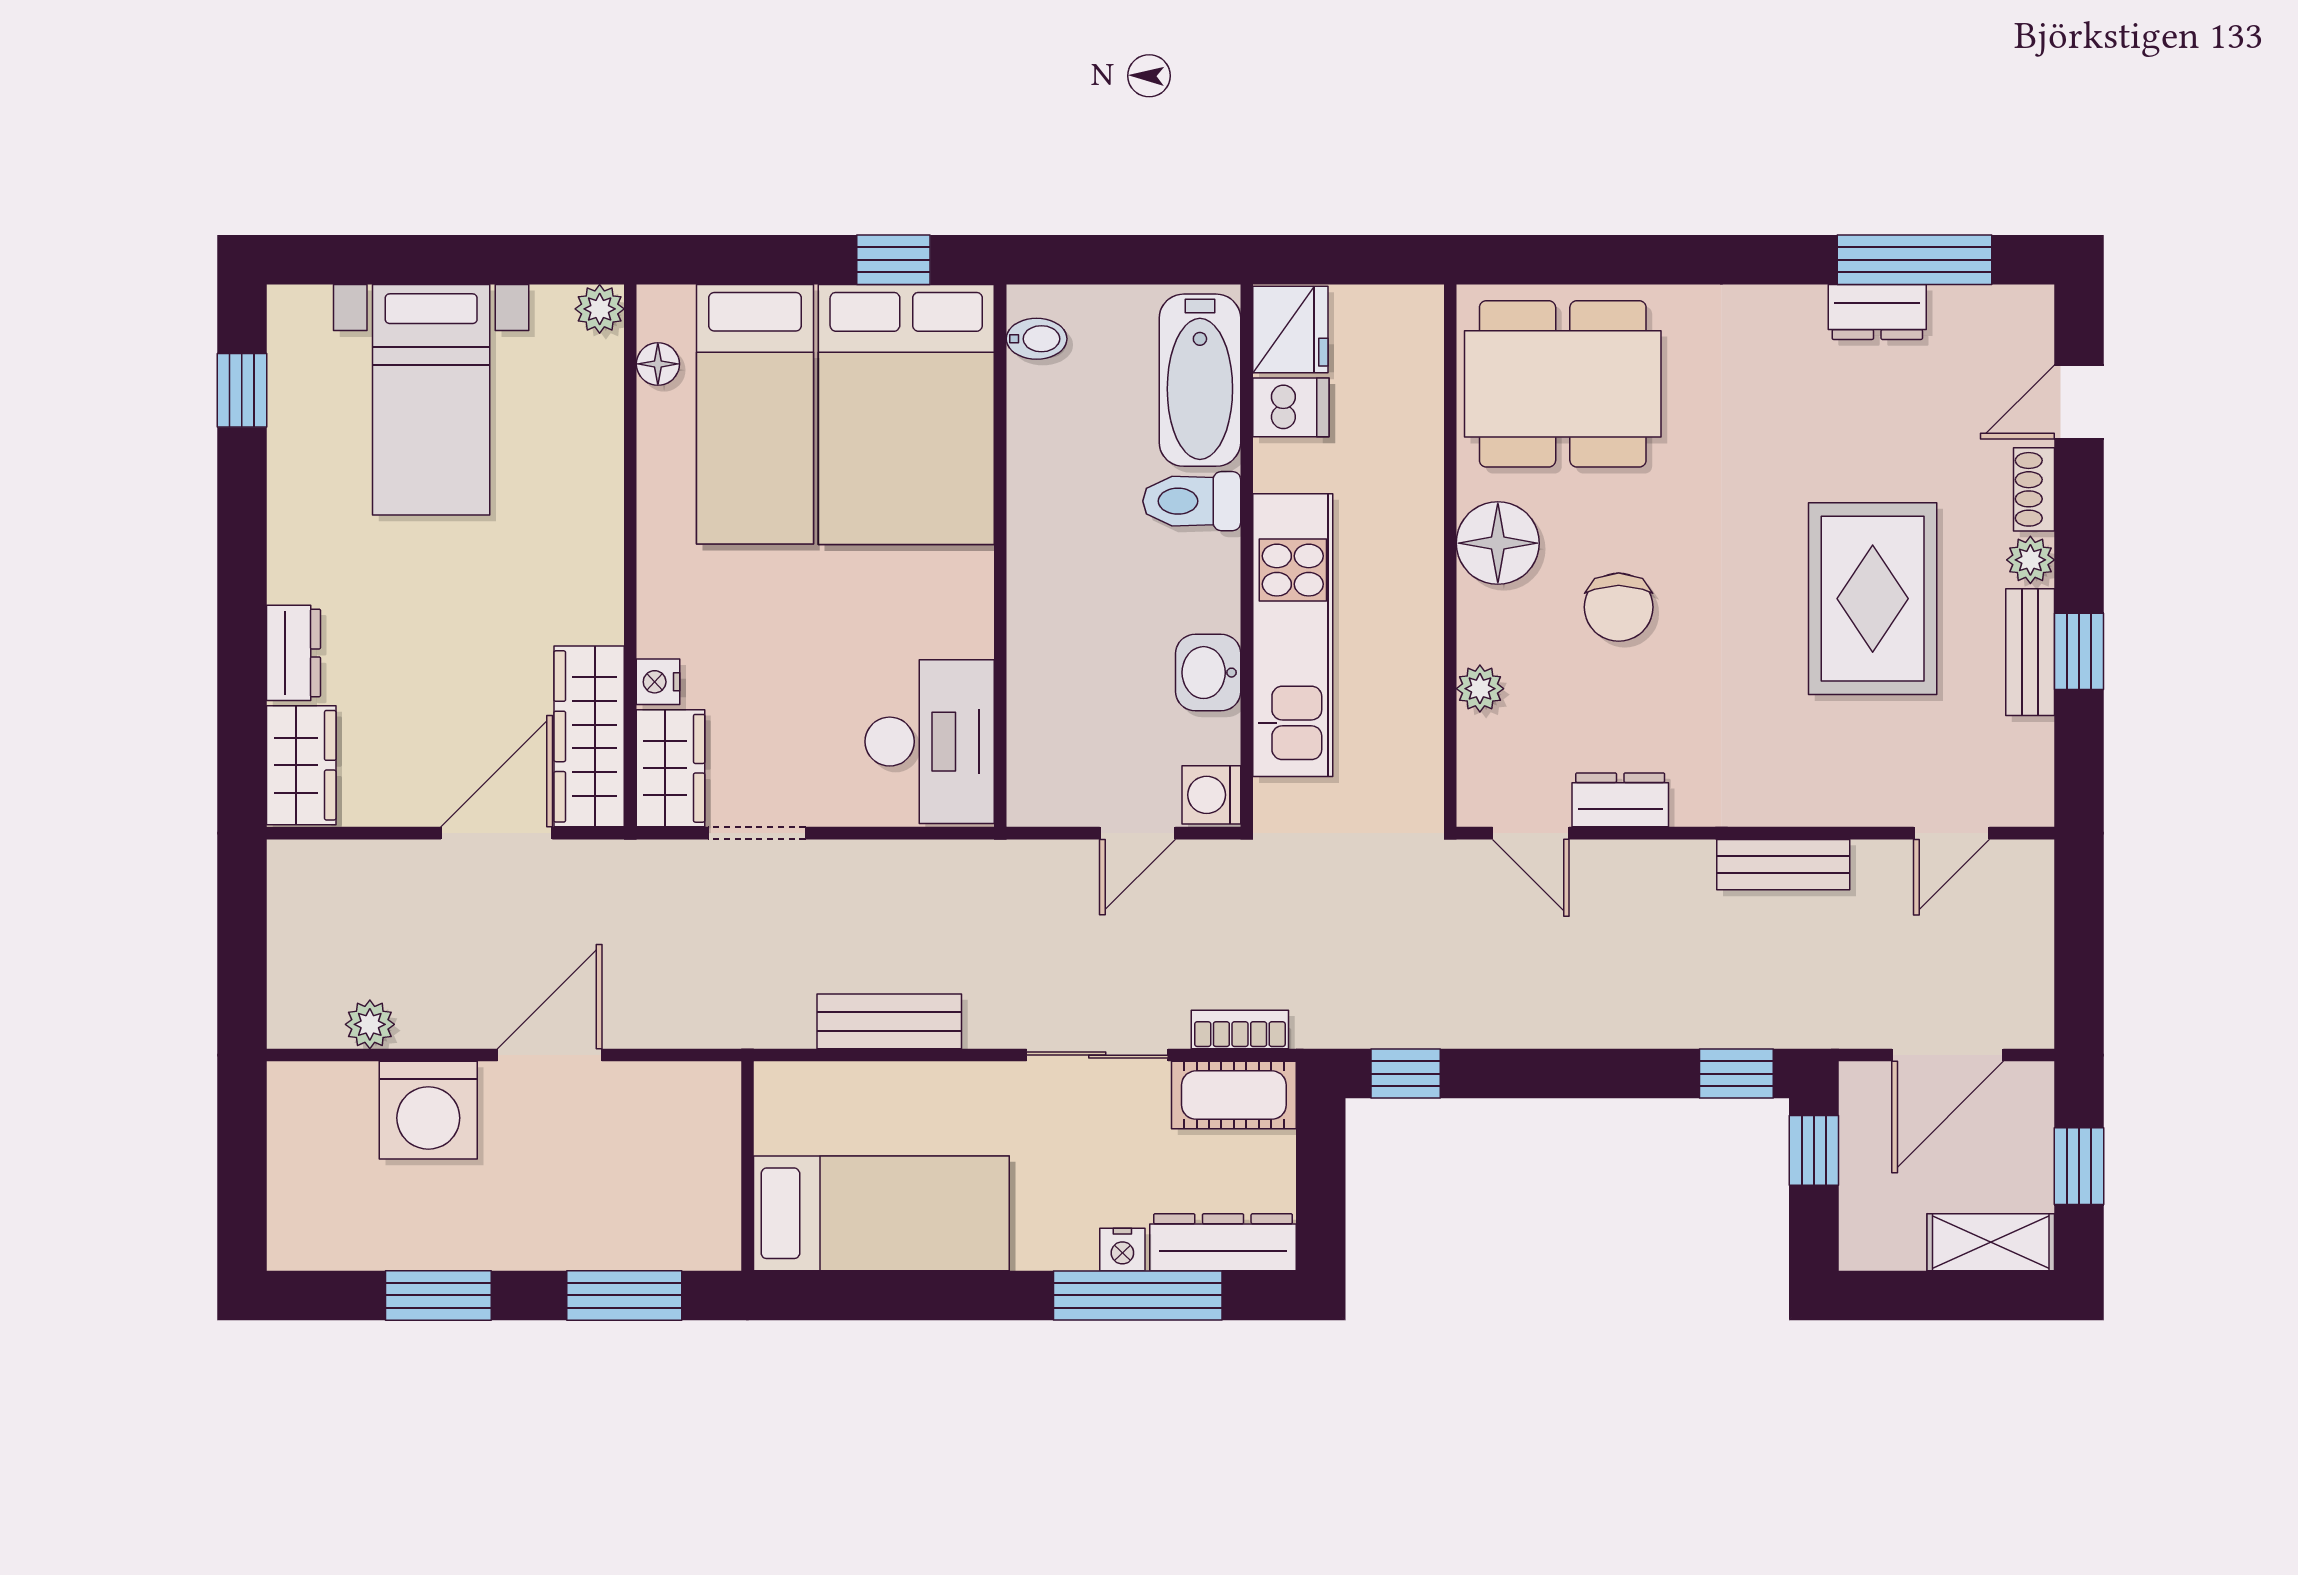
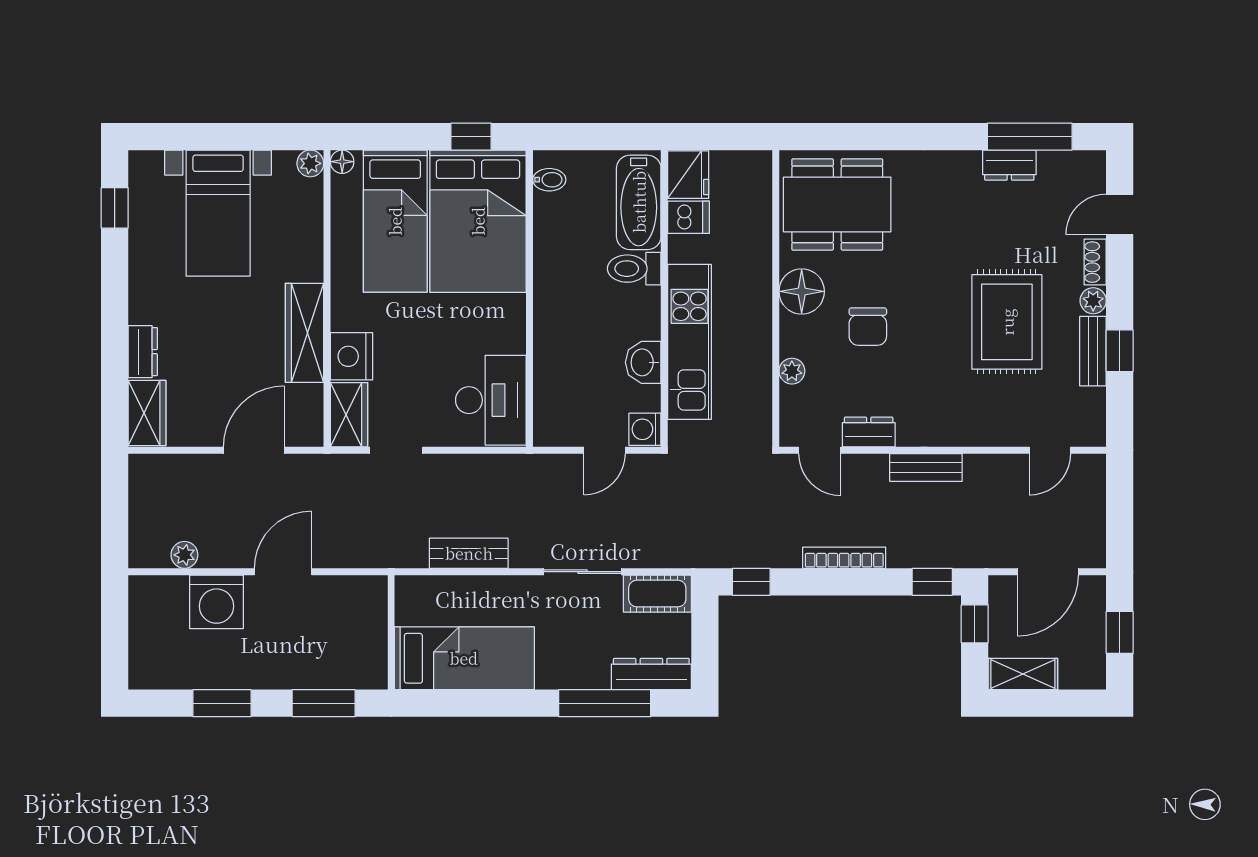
floor lamp: (658, 364) -> (342, 162), moved
nightstand: (658, 682) -> (352, 356), width x1.89, depth x1.79
wardrobe: (589, 736) -> (305, 333), moved
bench: (1783, 865) -> (926, 467), moved
bookcase: (1240, 1029) -> (844, 558), moved, width x1.56
shelving: (1991, 1242) -> (1023, 674), moved
nightstand: (1122, 1249) -> (596, 678), removed

